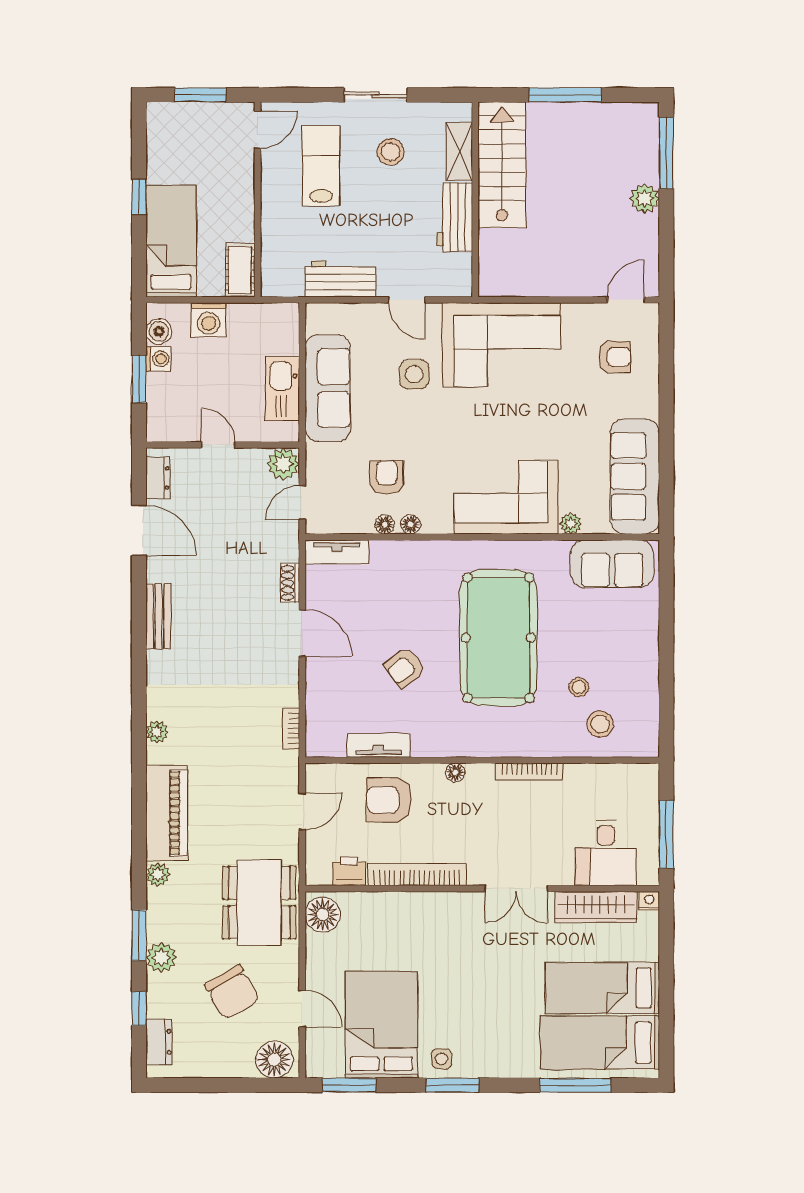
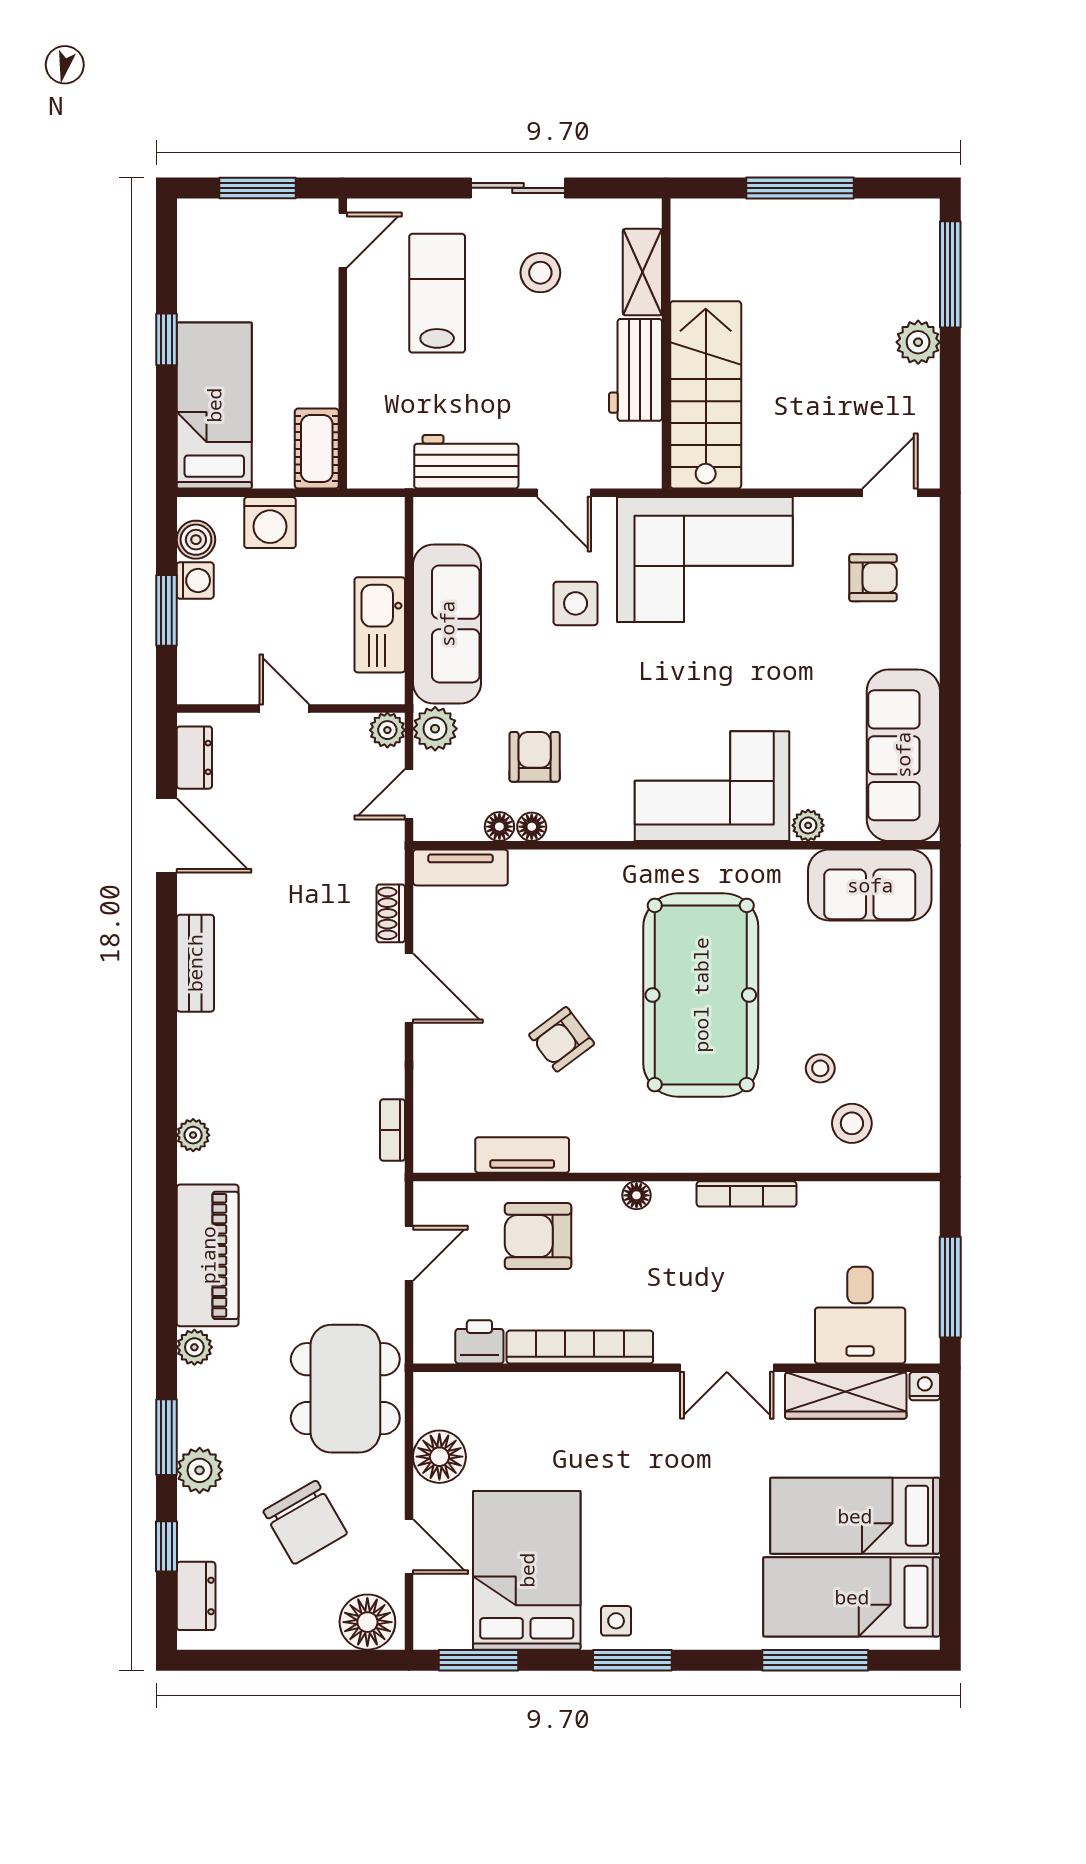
stairs: (502, 165) -> (706, 395), moved
plant: (320, 459) -> (435, 729), added
plant: (283, 464) -> (387, 730), width x0.73, depth x0.73
floor lamp: (411, 524) -> (499, 827), moved
floor lamp: (323, 915) -> (439, 1457), moved

